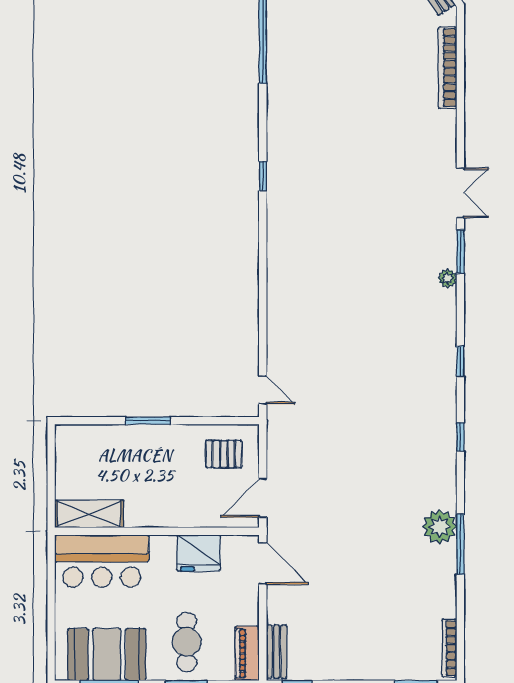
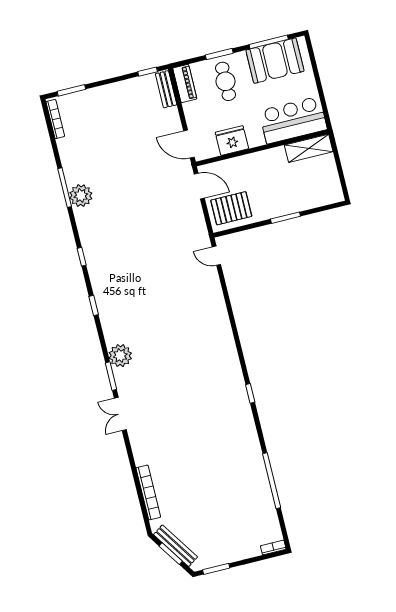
plant: (448, 278) -> (120, 356), width x1.88, depth x1.88
pallet: (224, 454) -> (231, 208), width x1.50, depth x1.42
door: (263, 498) -> (199, 186), hinge flipped

